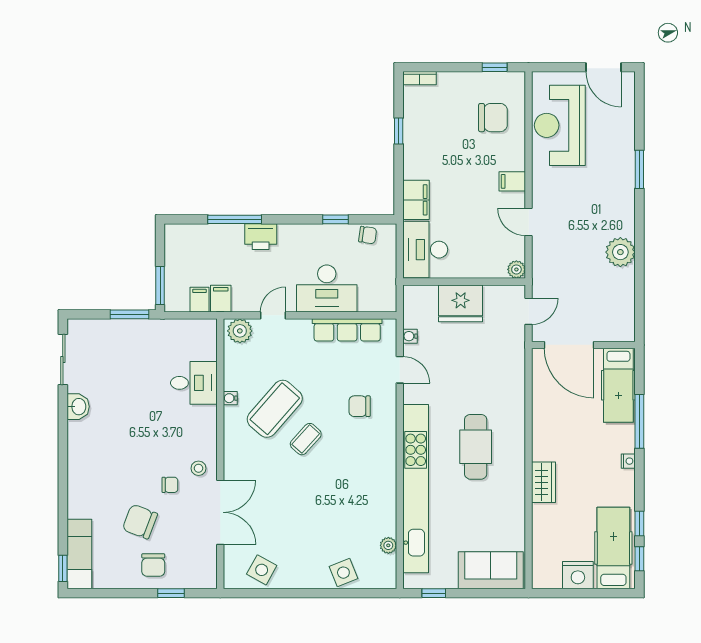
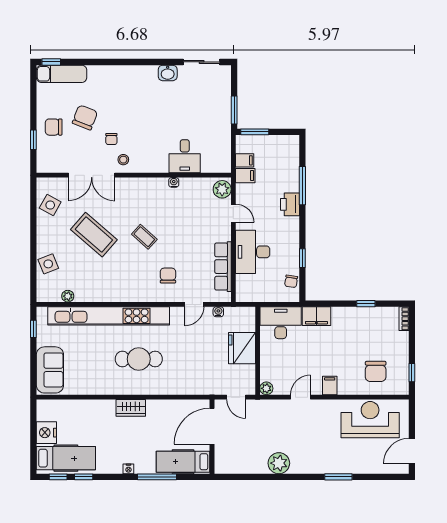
coffee table: (275, 409) -> (94, 235), moved
wardrobe: (543, 482) -> (131, 408), moved

